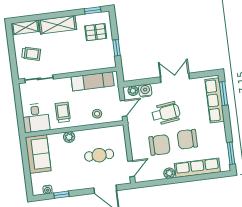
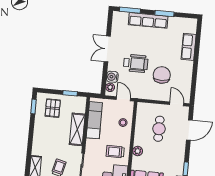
shelving: (58, 25) -> (77, 129), moved
row of seats: (215, 100) -> (148, 20), moved
wheelchair: (166, 113) -> (136, 63), turned 97
chair: (187, 139) -> (162, 50), removed
window: (231, 153) -> (164, 13), moved
row of seats: (197, 168) -> (189, 47), width x0.68
plant: (169, 173) -> (188, 72), removed

